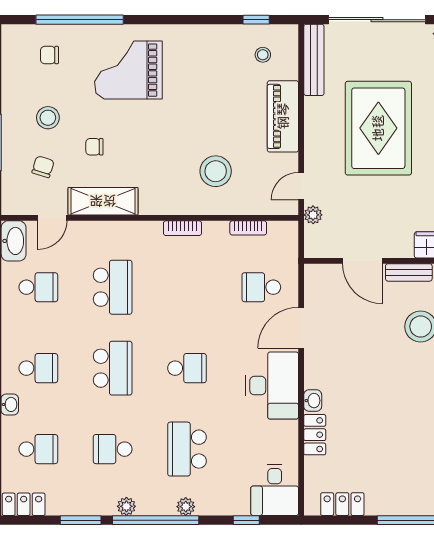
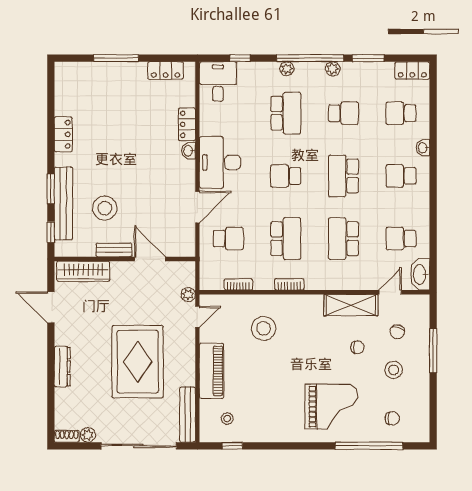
school desk: (187, 287) -> (286, 239), added

